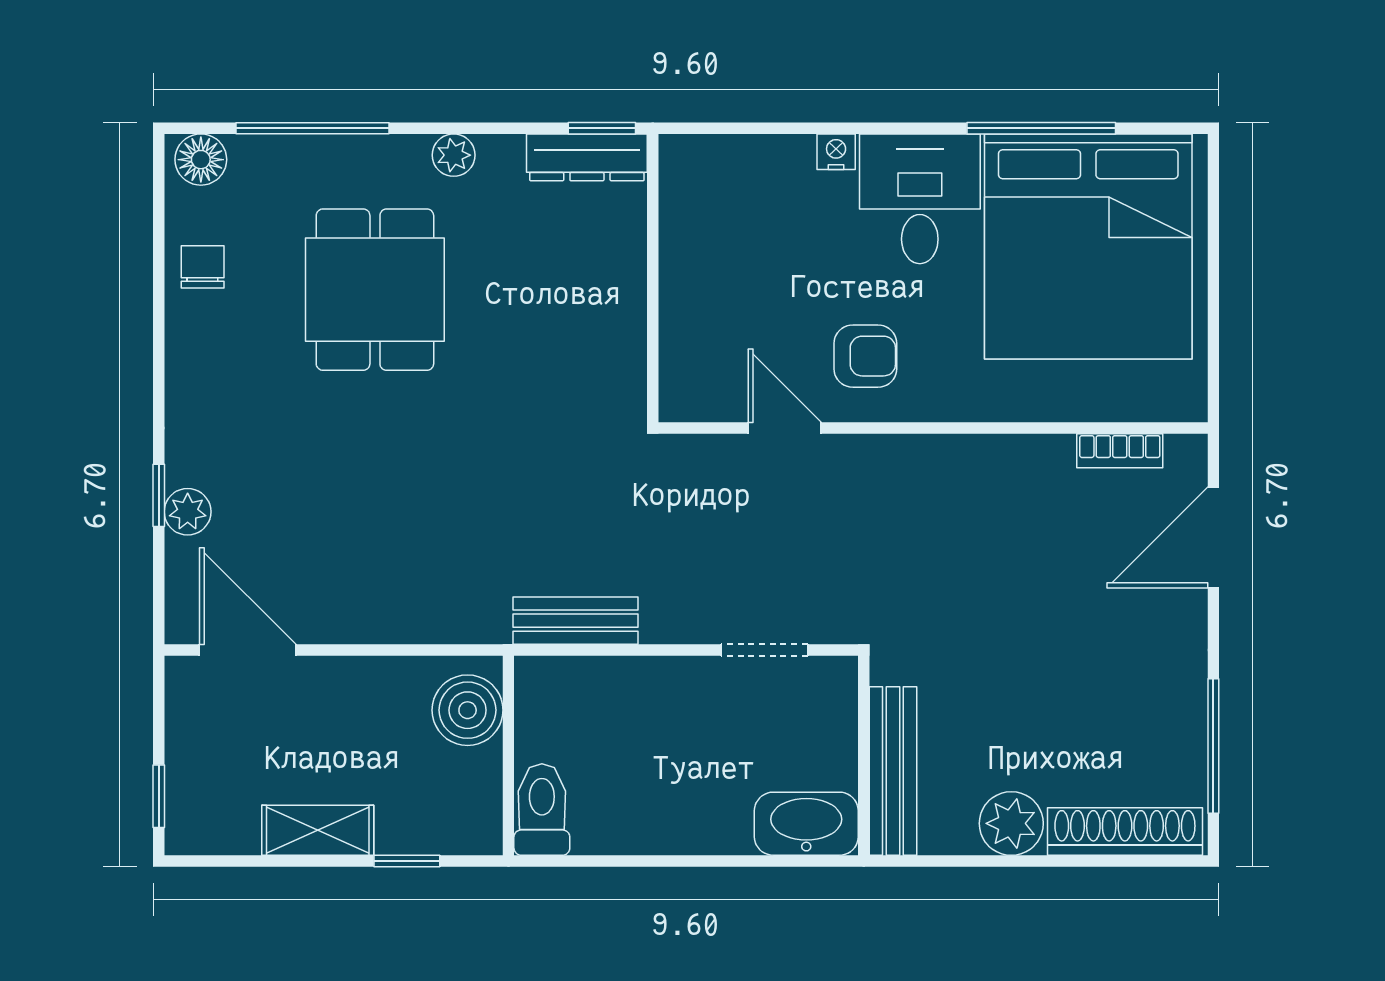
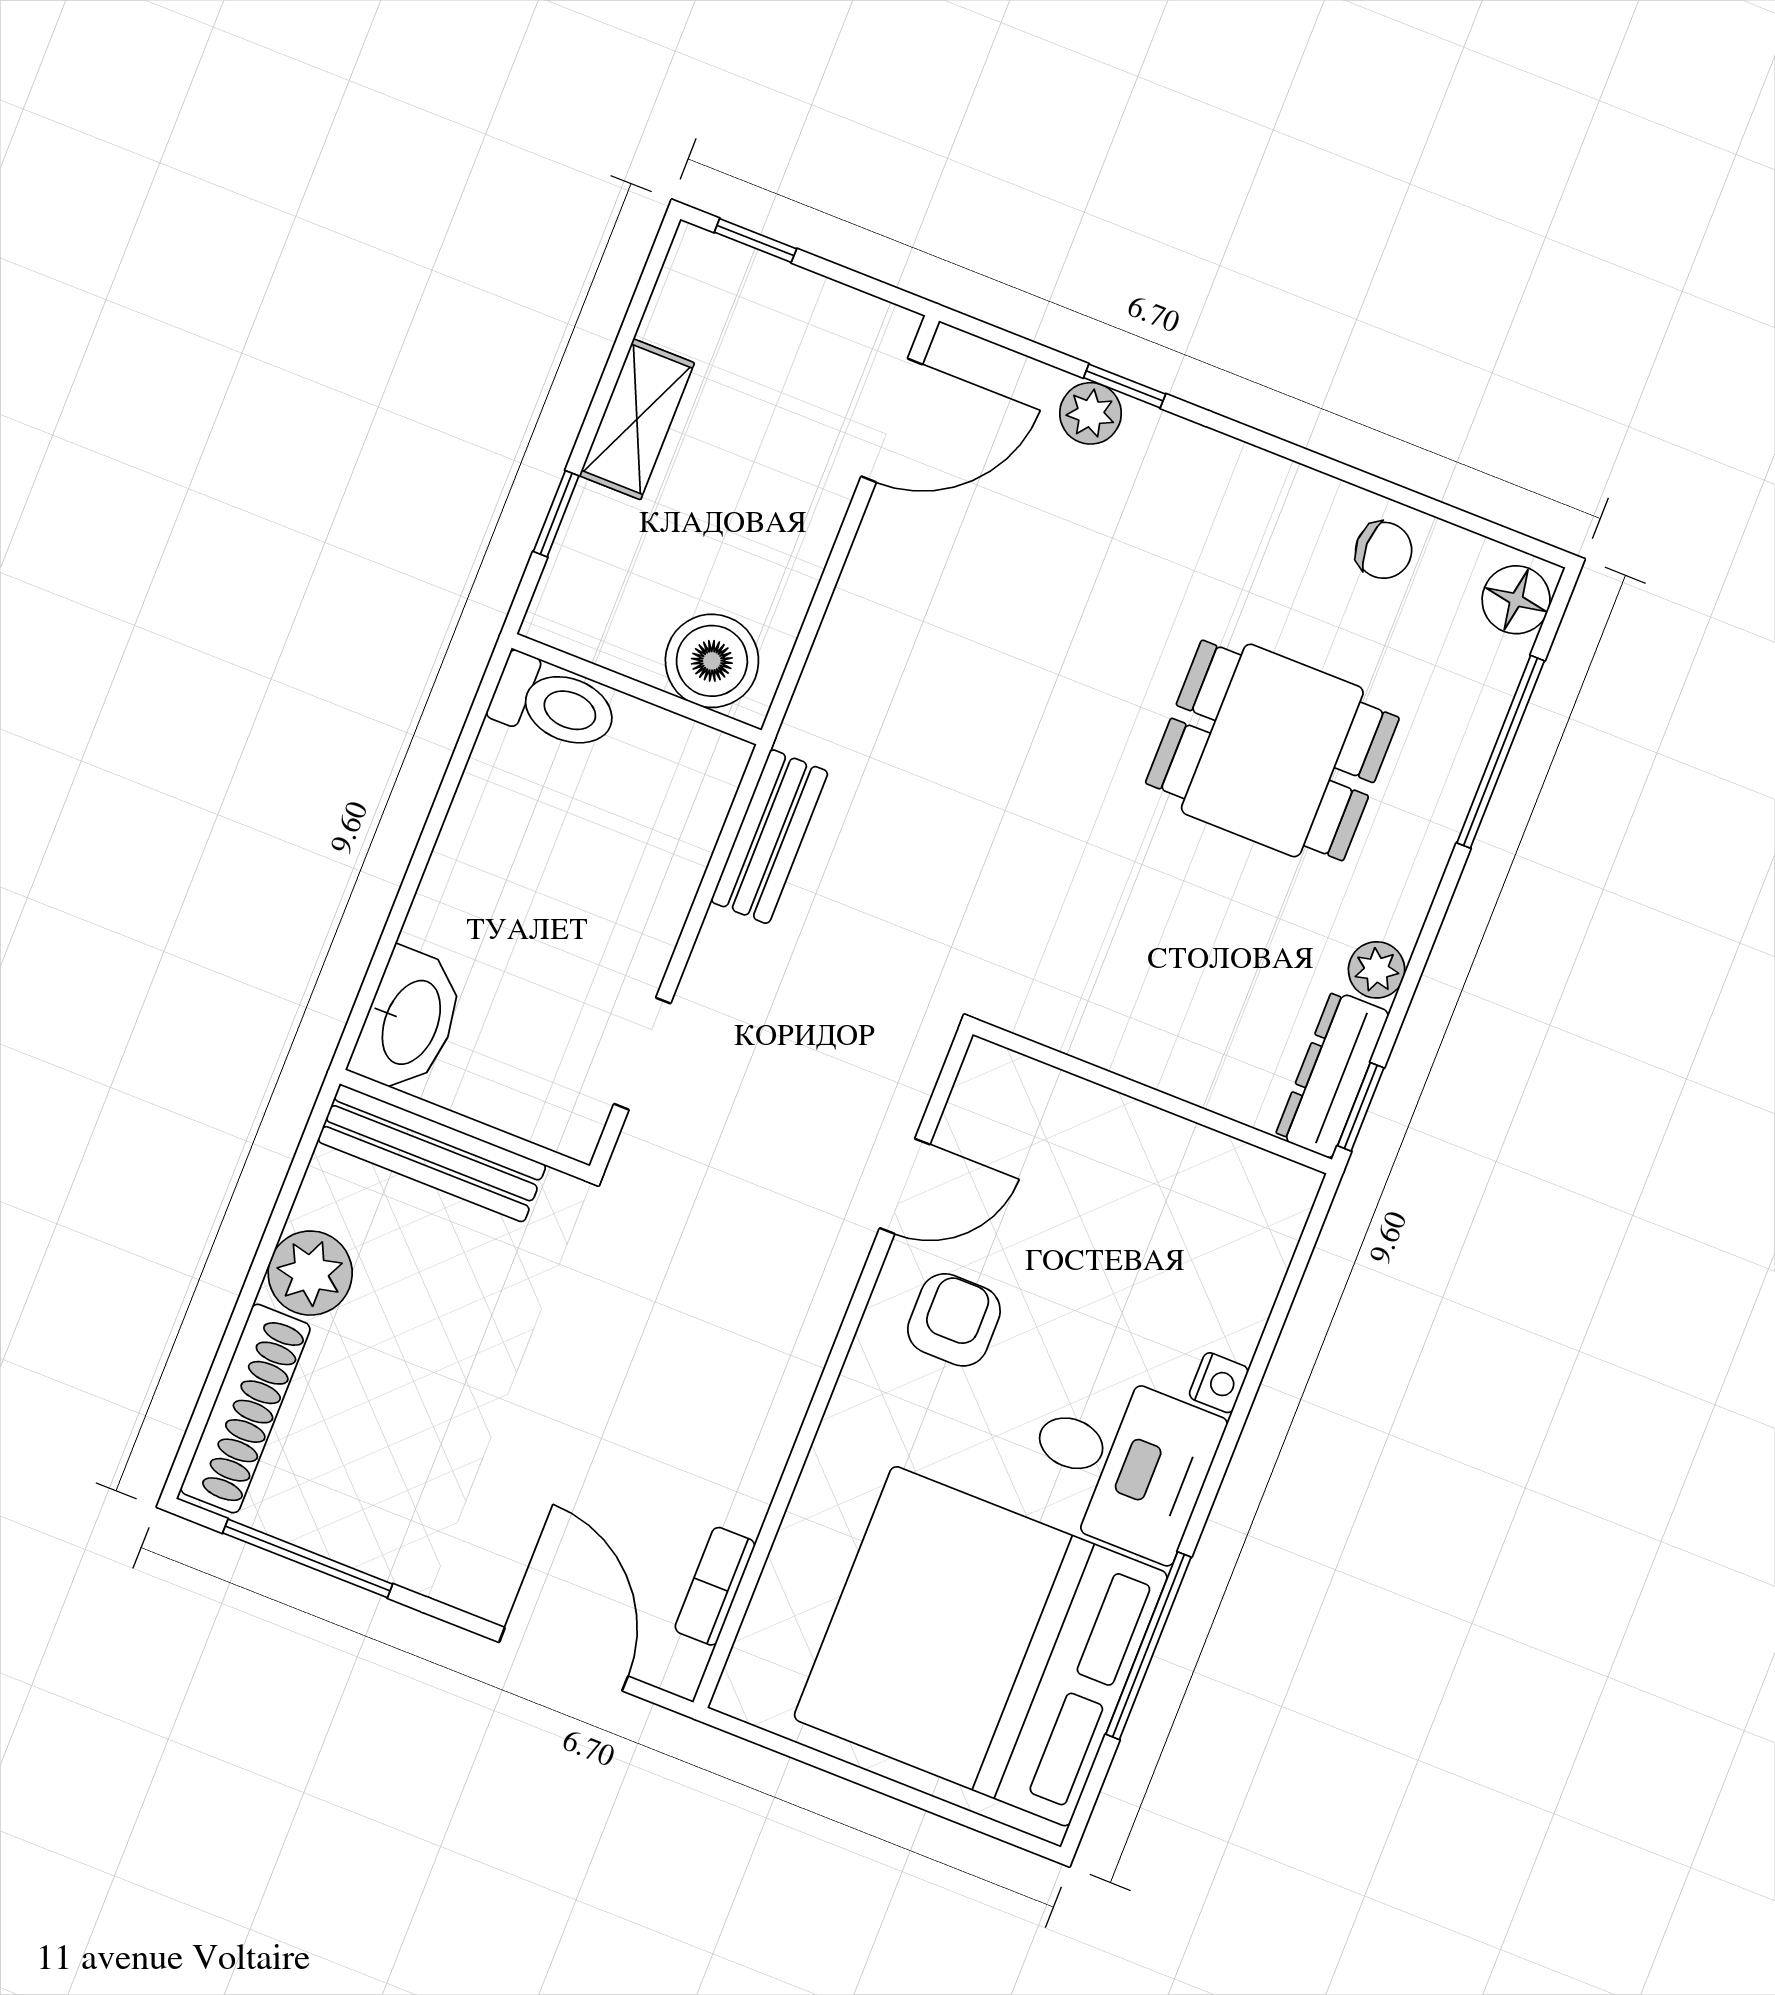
plant: (454, 155) -> (1377, 970), moved
armchair: (865, 356) -> (954, 1320), turned 180

